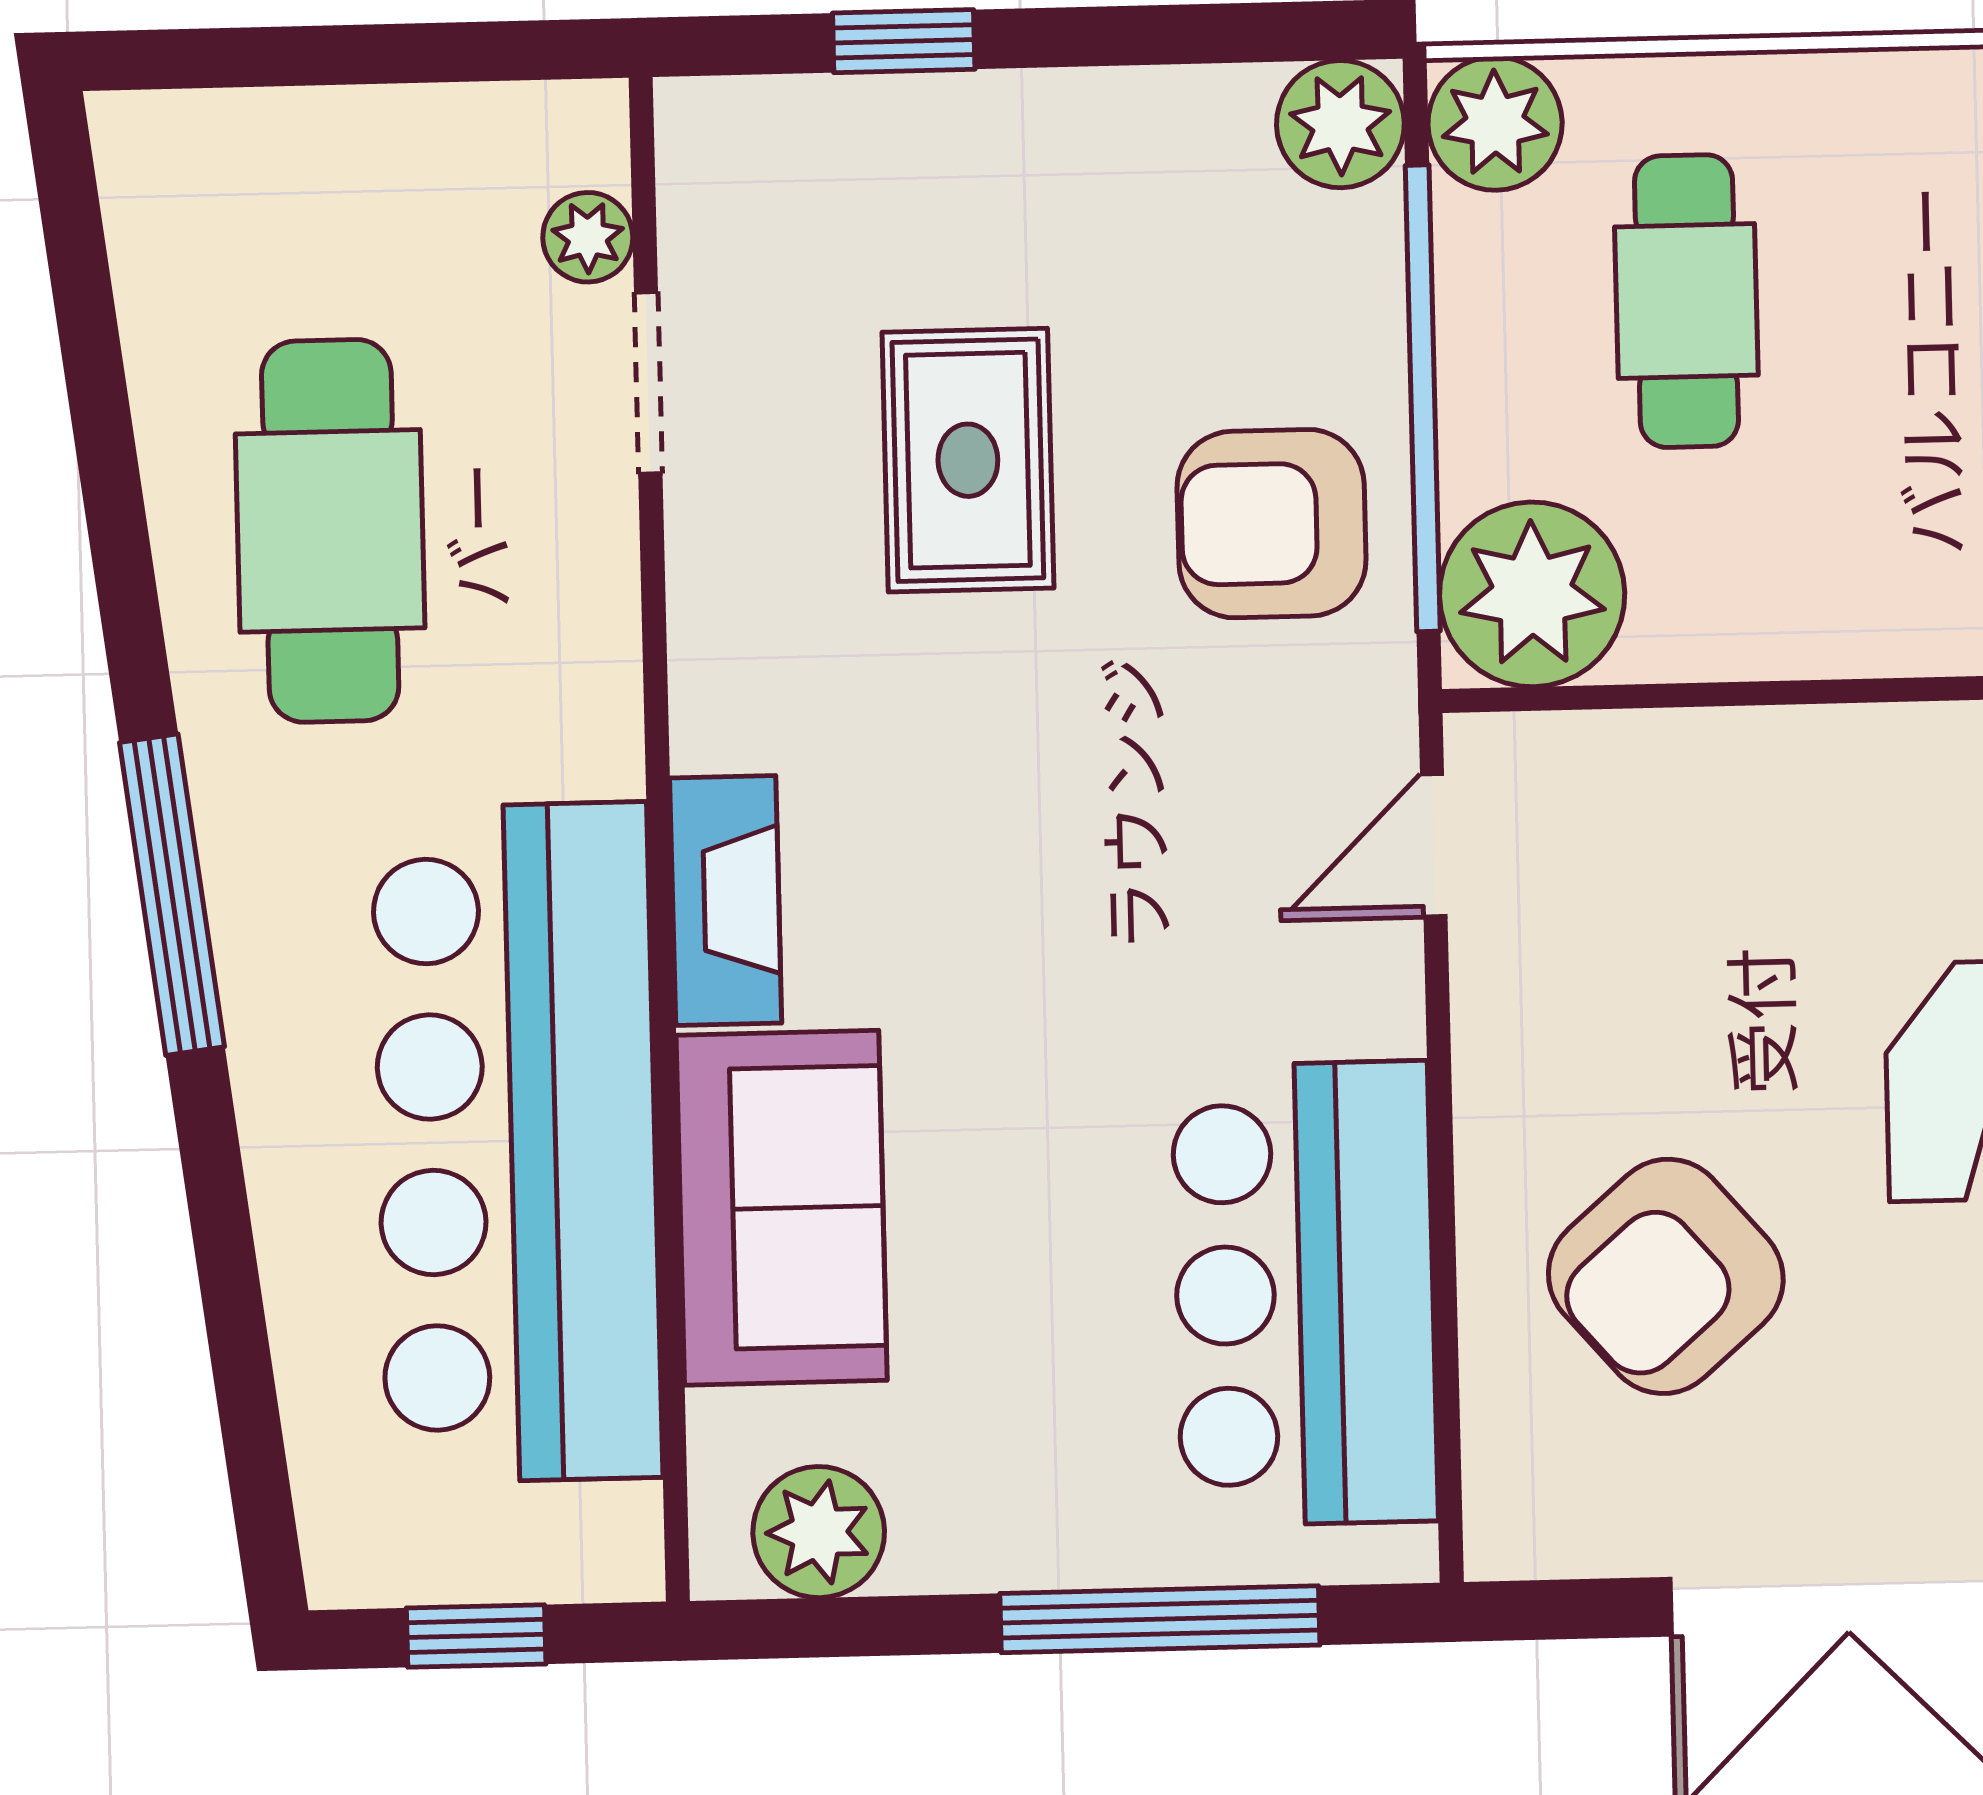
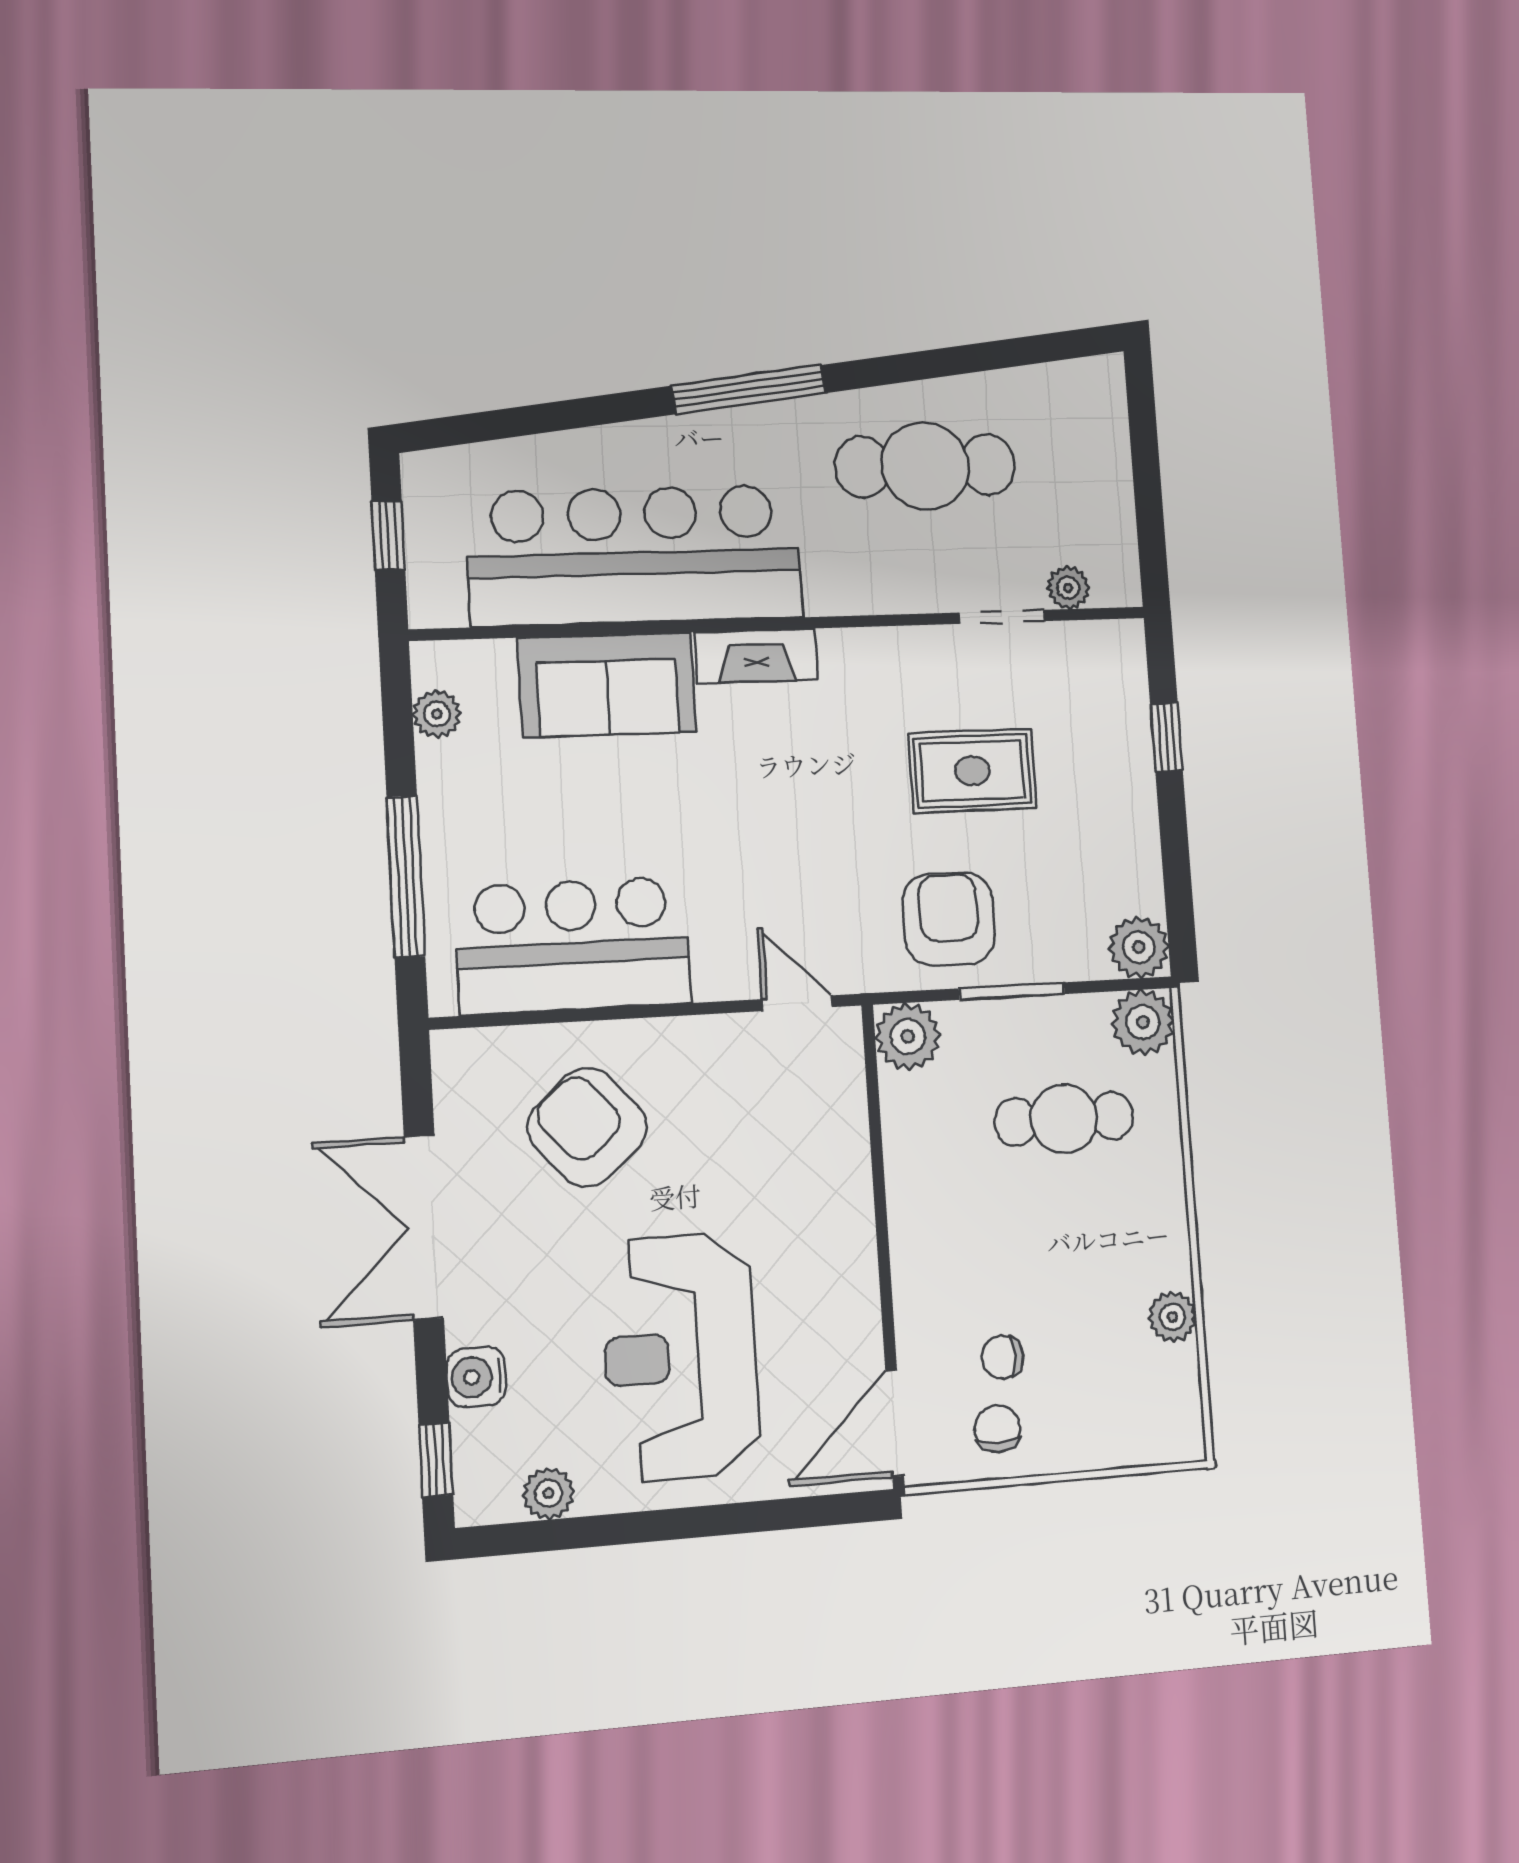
window: (1423, 398) -> (1012, 991), width x0.47
plant: (1532, 594) -> (908, 1036), width x0.73, depth x0.73
plant: (819, 1532) -> (437, 714), width x0.73, depth x0.73

